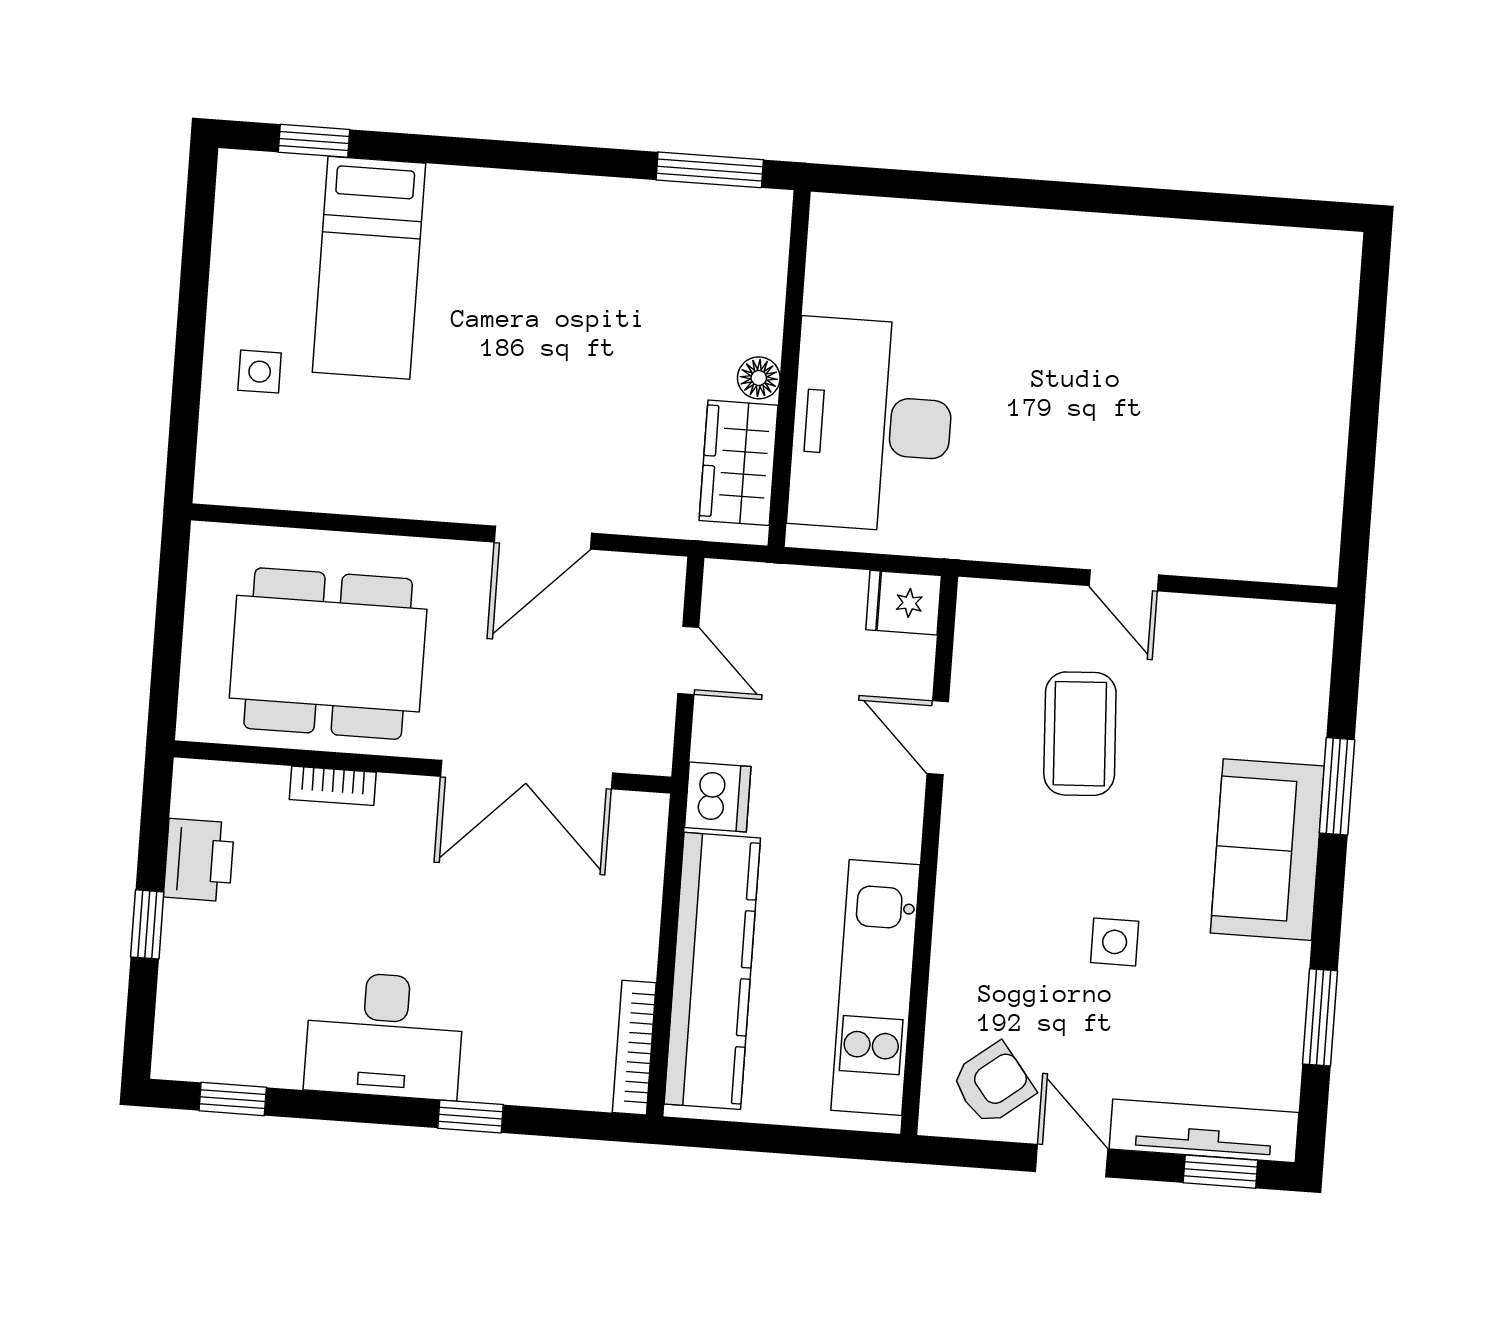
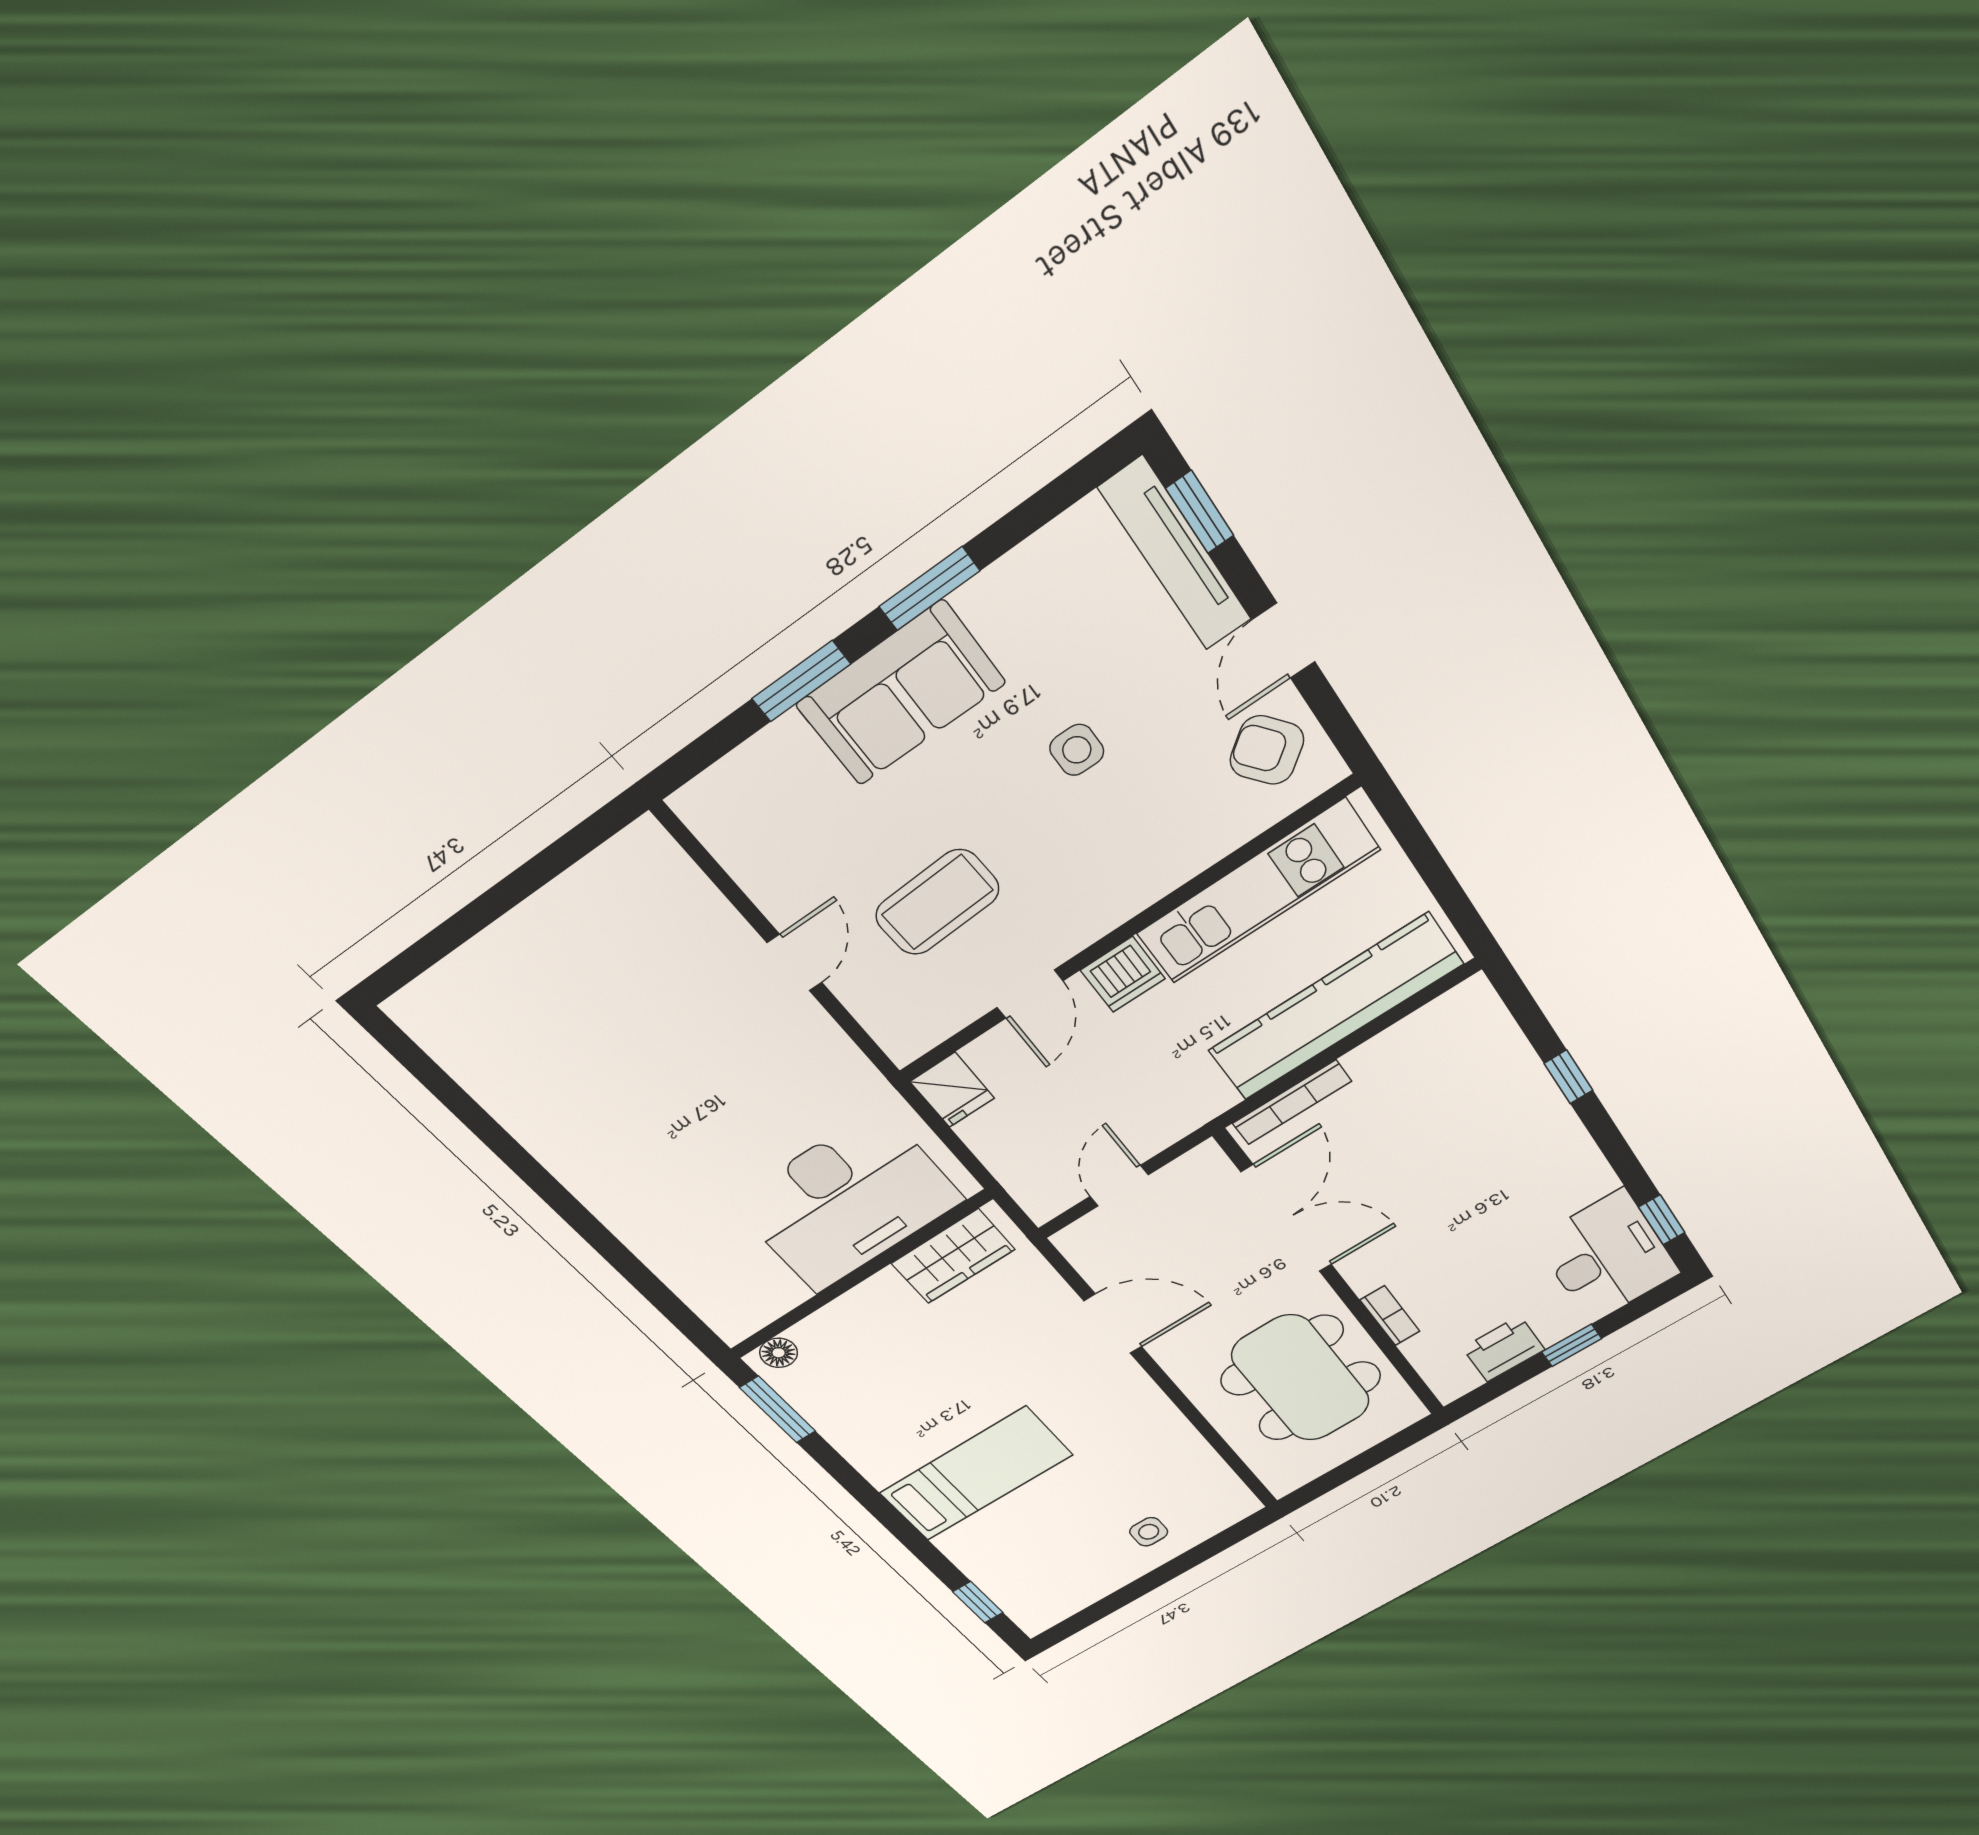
bed: (369, 268) -> (976, 1474), moved
floor lamp: (759, 378) -> (779, 1353), moved
dishwasher: (718, 797) -> (1123, 974), moved, turned 180
window: (1320, 1017) -> (929, 589), moved
desk: (384, 1035) -> (1607, 1256), moved
bookcase: (634, 1048) -> (1292, 1102), moved

